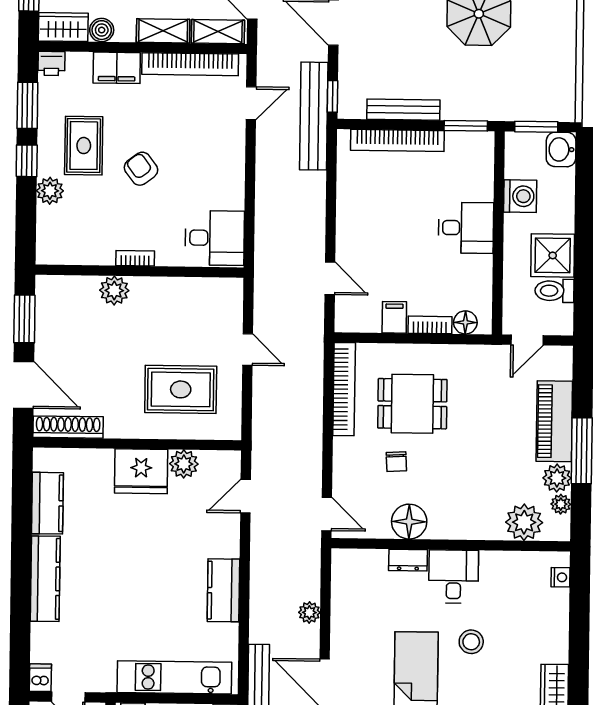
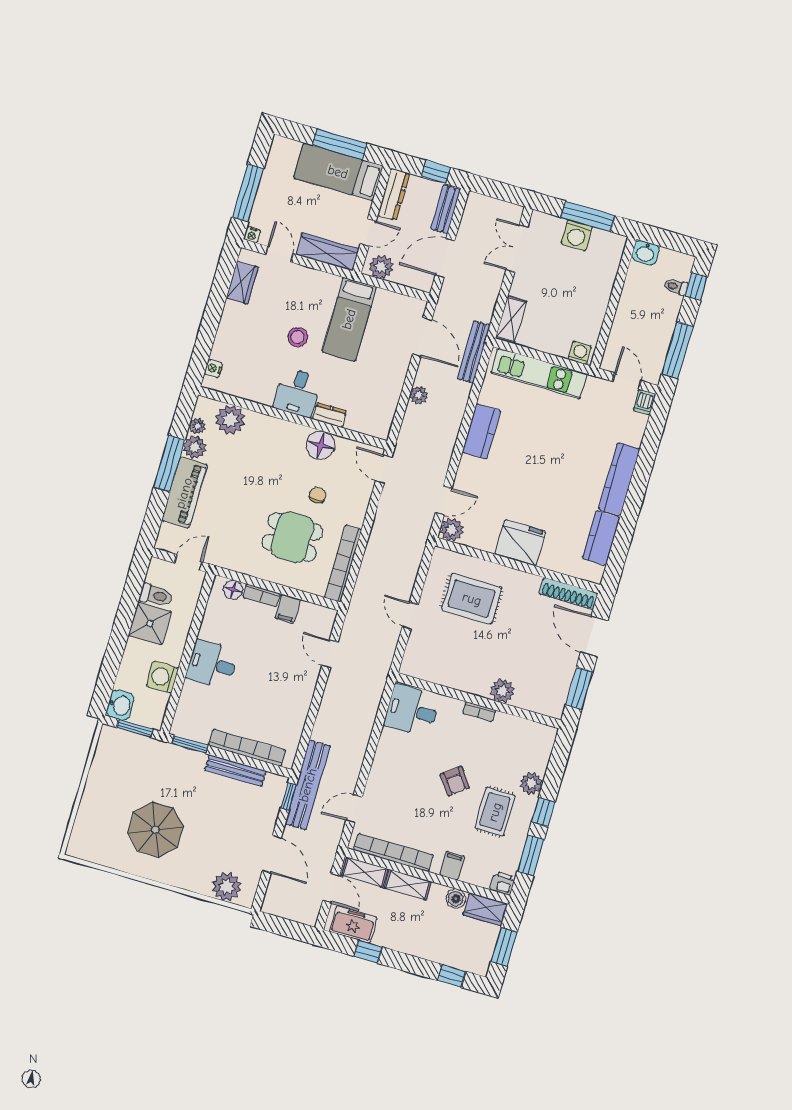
filing cabinet: (117, 68) -> (452, 866), width x0.50
plant: (184, 464) -> (452, 530), moved

